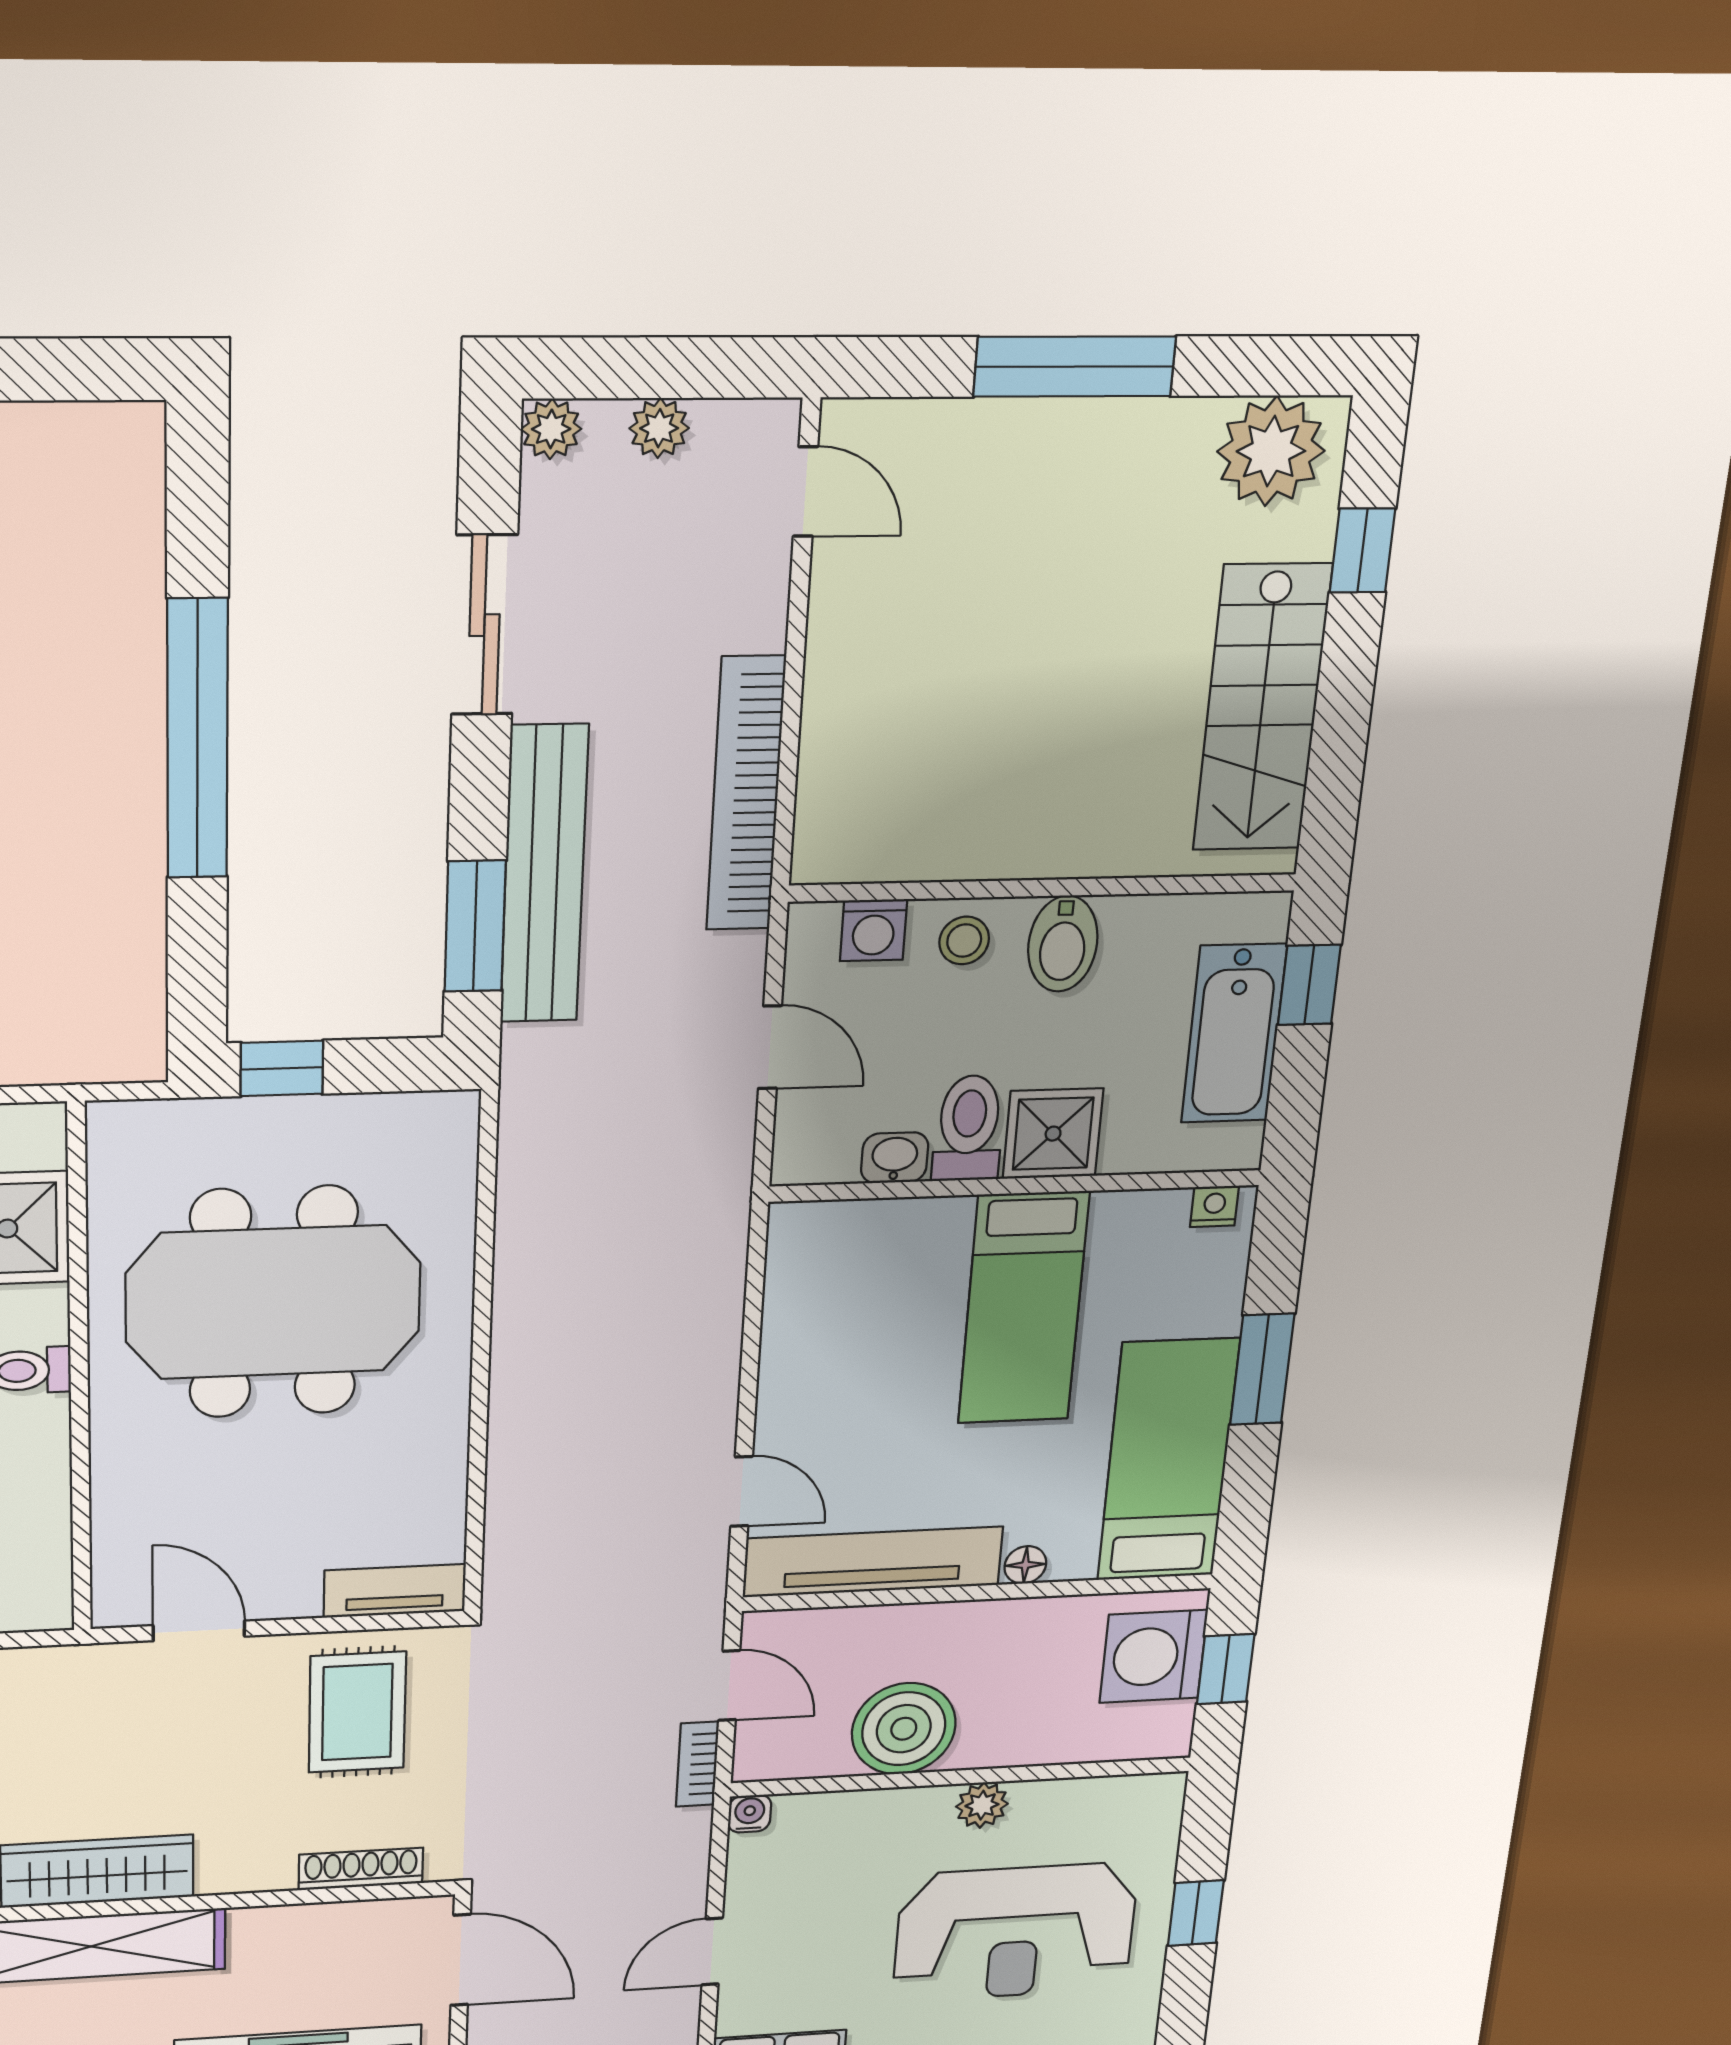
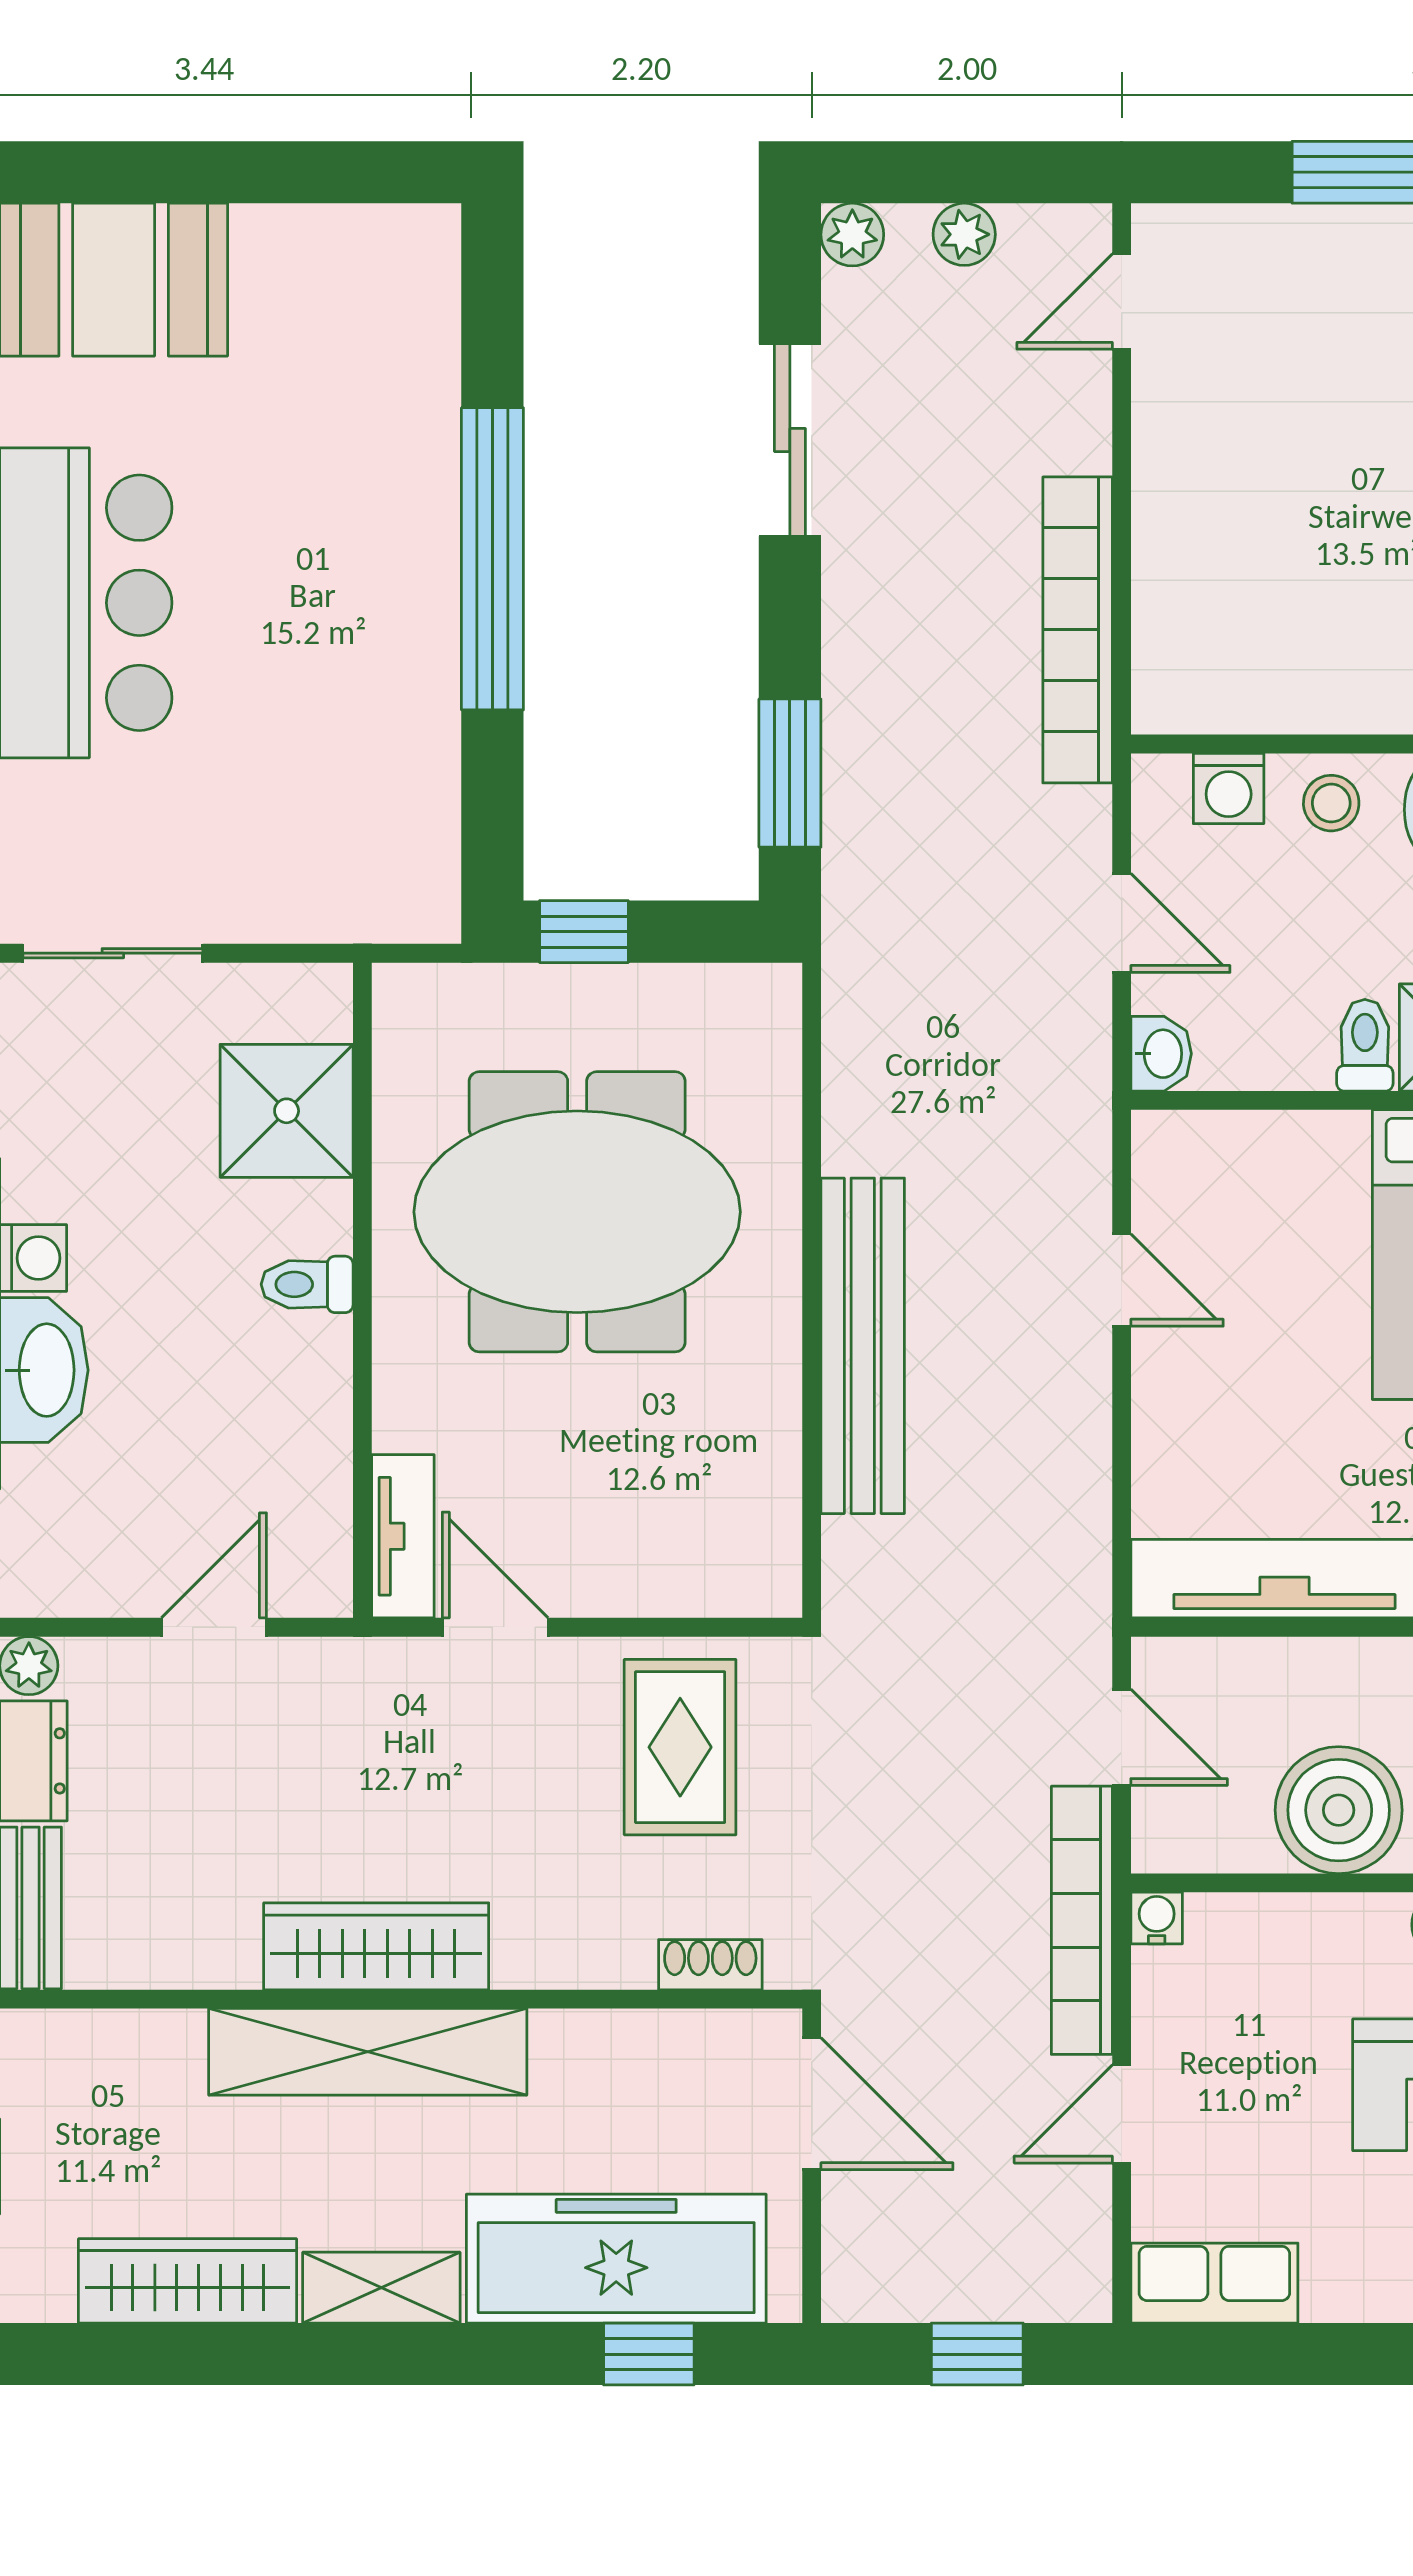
door: (806, 492) -> (1122, 302), swing flipped
bench: (544, 875) -> (863, 1346), moved
toilet: (968, 1128) -> (1365, 1045), width x0.73, depth x0.72
washbasin: (895, 1158) -> (1161, 1054), moved, turned 90
door: (742, 1491) -> (1122, 1280), moved
tv unit: (395, 1591) -> (403, 1536), moved, turned 90
bookcase: (697, 1764) -> (1082, 1920), width x2.31, depth x1.31
shoe rack: (361, 1869) -> (710, 1965), width x0.70

